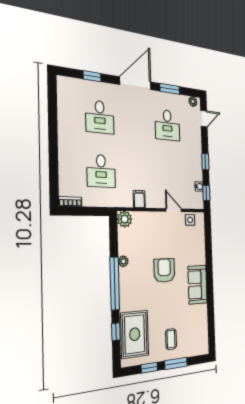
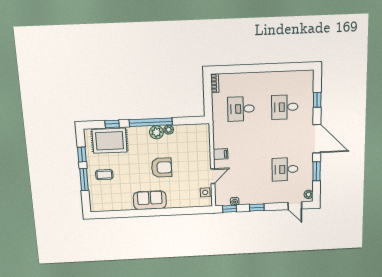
filing cabinet: (139, 199) -> (221, 154), moved
plant: (125, 219) -> (156, 132), moved

